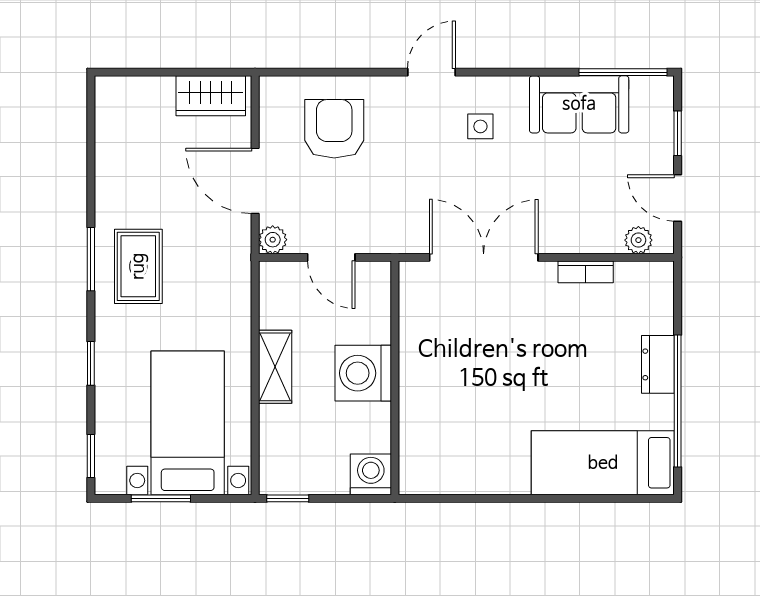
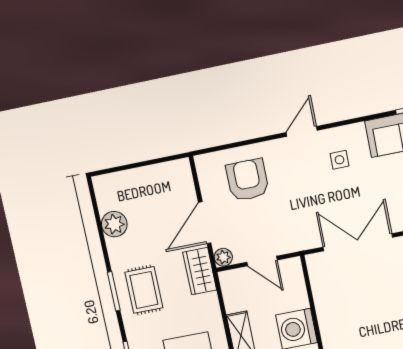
wardrobe: (211, 96) -> (200, 271), moved, turned 90
plant: (115, 155) -> (114, 224), added
door: (255, 181) -> (205, 223), hinge flipped

